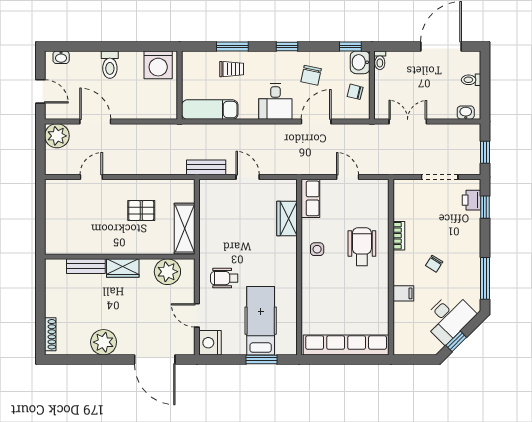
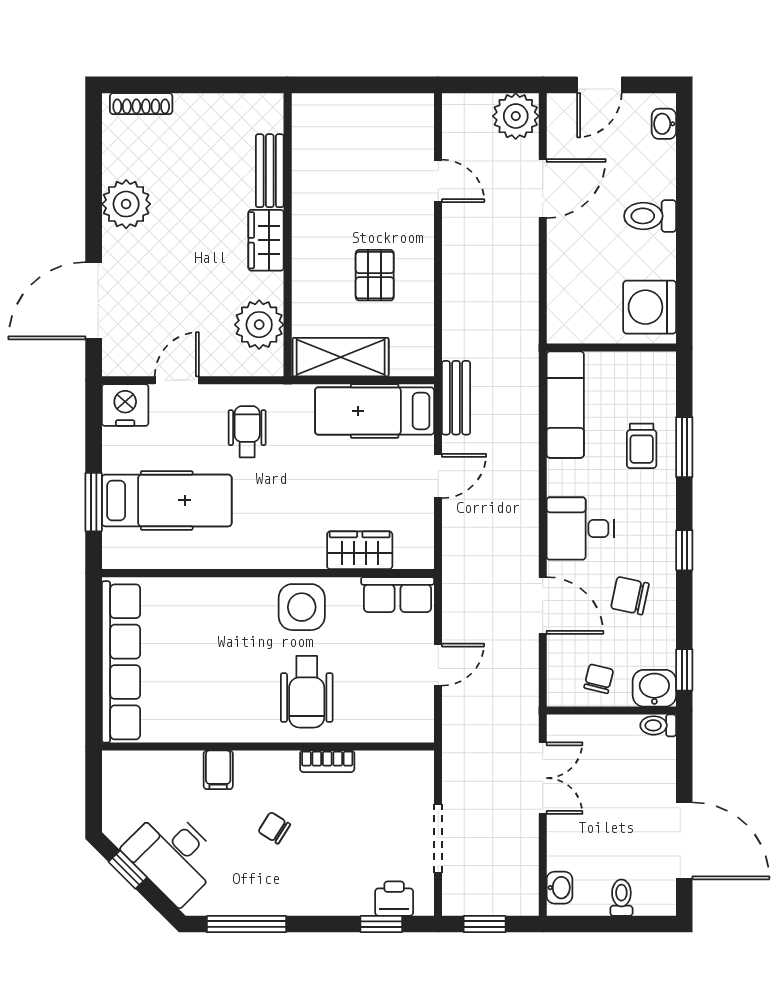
hospital bed: (213, 211) -> (375, 411), added
wheelchair: (362, 247) -> (307, 692), turned 90
side table: (317, 249) -> (302, 607), width x1.87, depth x1.87

